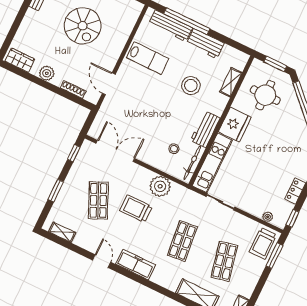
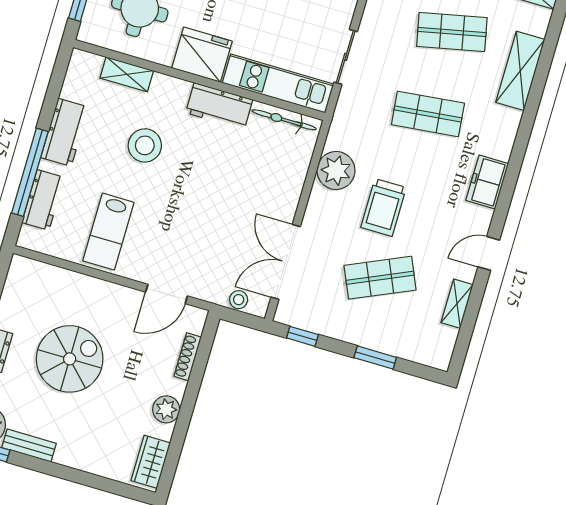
workbench: (171, 26) -> (43, 200), width x0.73
lab bench: (148, 58) -> (108, 232), turned 180
stool: (174, 149) -> (239, 300), moved
shelving: (62, 232) -> (457, 304), moved
freezer: (136, 265) -> (487, 182), width x0.71

